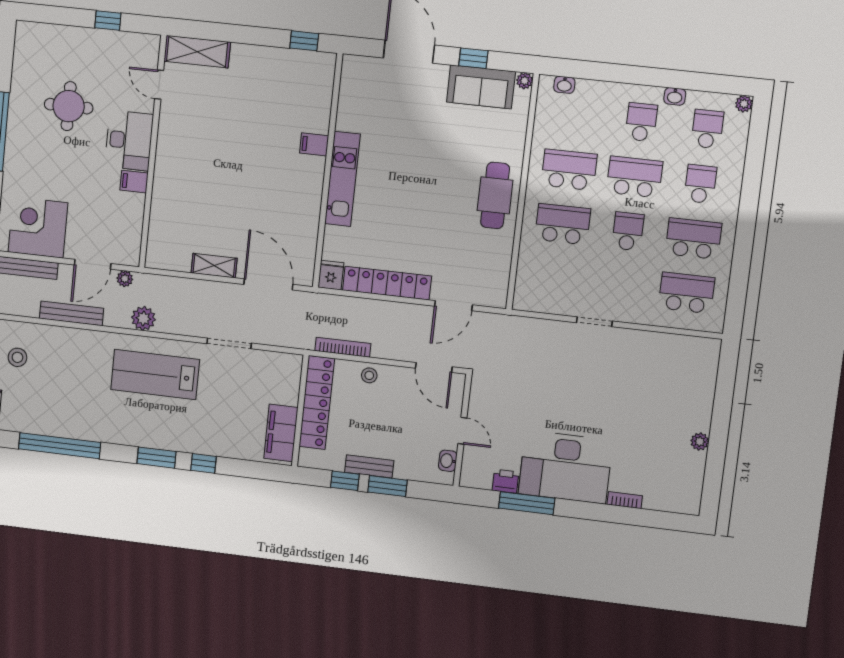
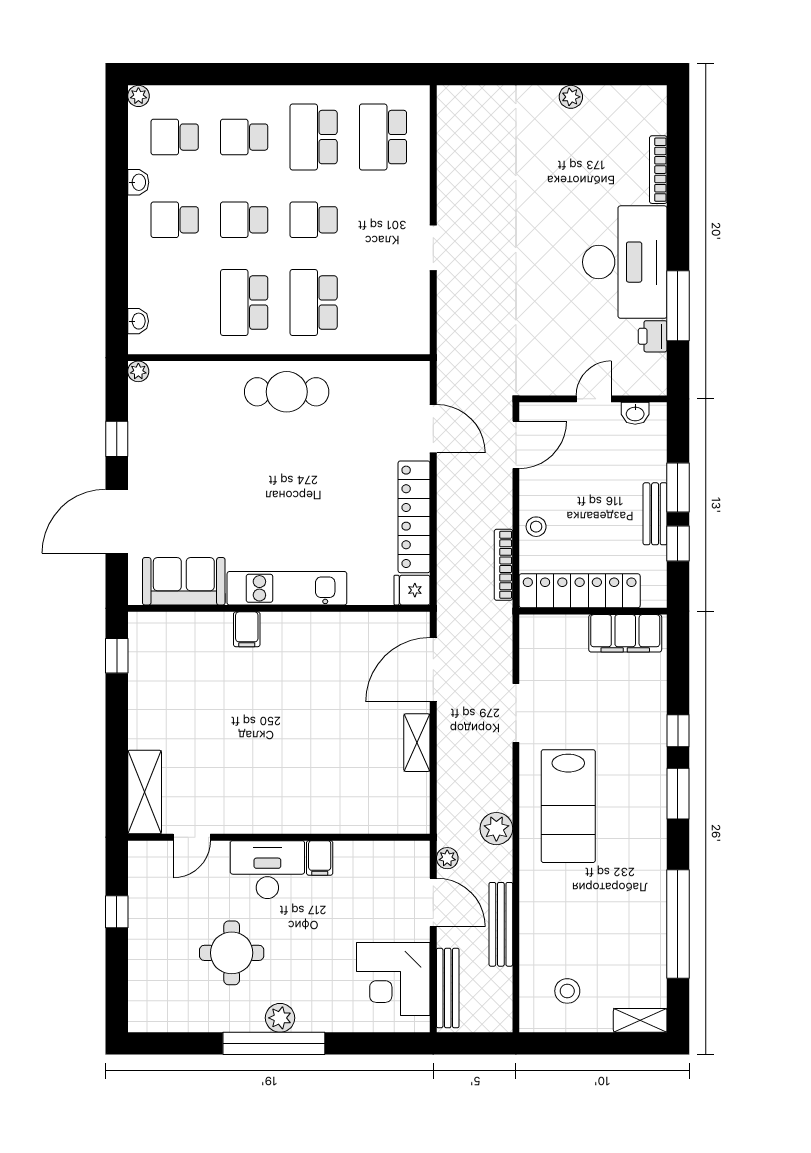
sofa: (481, 87) -> (184, 581), moved, turned -90
plant: (17, 138) -> (280, 1018), added
school desk: (635, 177) -> (244, 220), width x0.54
bookcase: (625, 500) -> (658, 170), width x1.56

